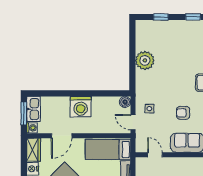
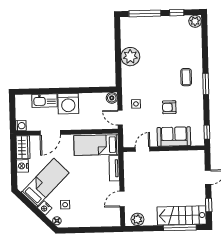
window: (161, 17) -> (145, 13), width x2.17
kitchen sink: (33, 109) -> (45, 101), moved, turned 90
window: (24, 114) -> (12, 112), removed
door: (155, 155) -> (143, 149), hinge flipped

